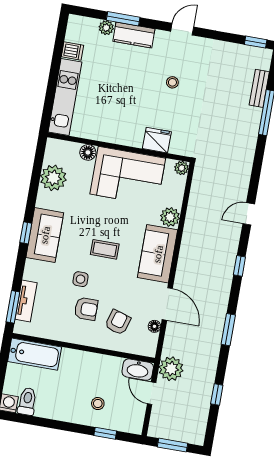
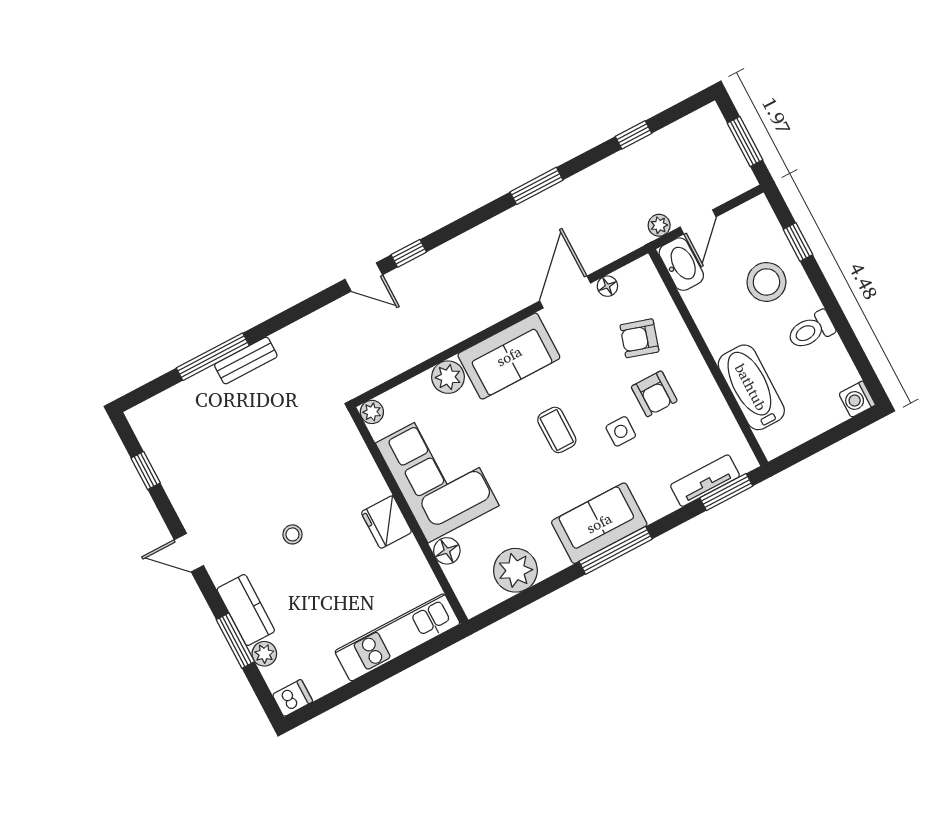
window: (256, 42) -> (146, 471), moved
dishwasher: (72, 51) -> (292, 698), moved, turned 90
stool: (172, 82) -> (292, 534), moved
bench: (259, 88) -> (246, 361), moved
fridge: (157, 140) -> (386, 522), moved
window: (26, 233) -> (616, 550), width x2.17
window: (239, 266) -> (409, 253), moved
armchair: (86, 309) -> (654, 394), turned 180
bathtub: (35, 354) -> (751, 387), moved
plant: (171, 369) -> (659, 225), width x0.53, depth x0.53
toilet: (27, 401) -> (811, 330), moved
stool: (98, 404) -> (766, 282), width x1.89, depth x1.89

